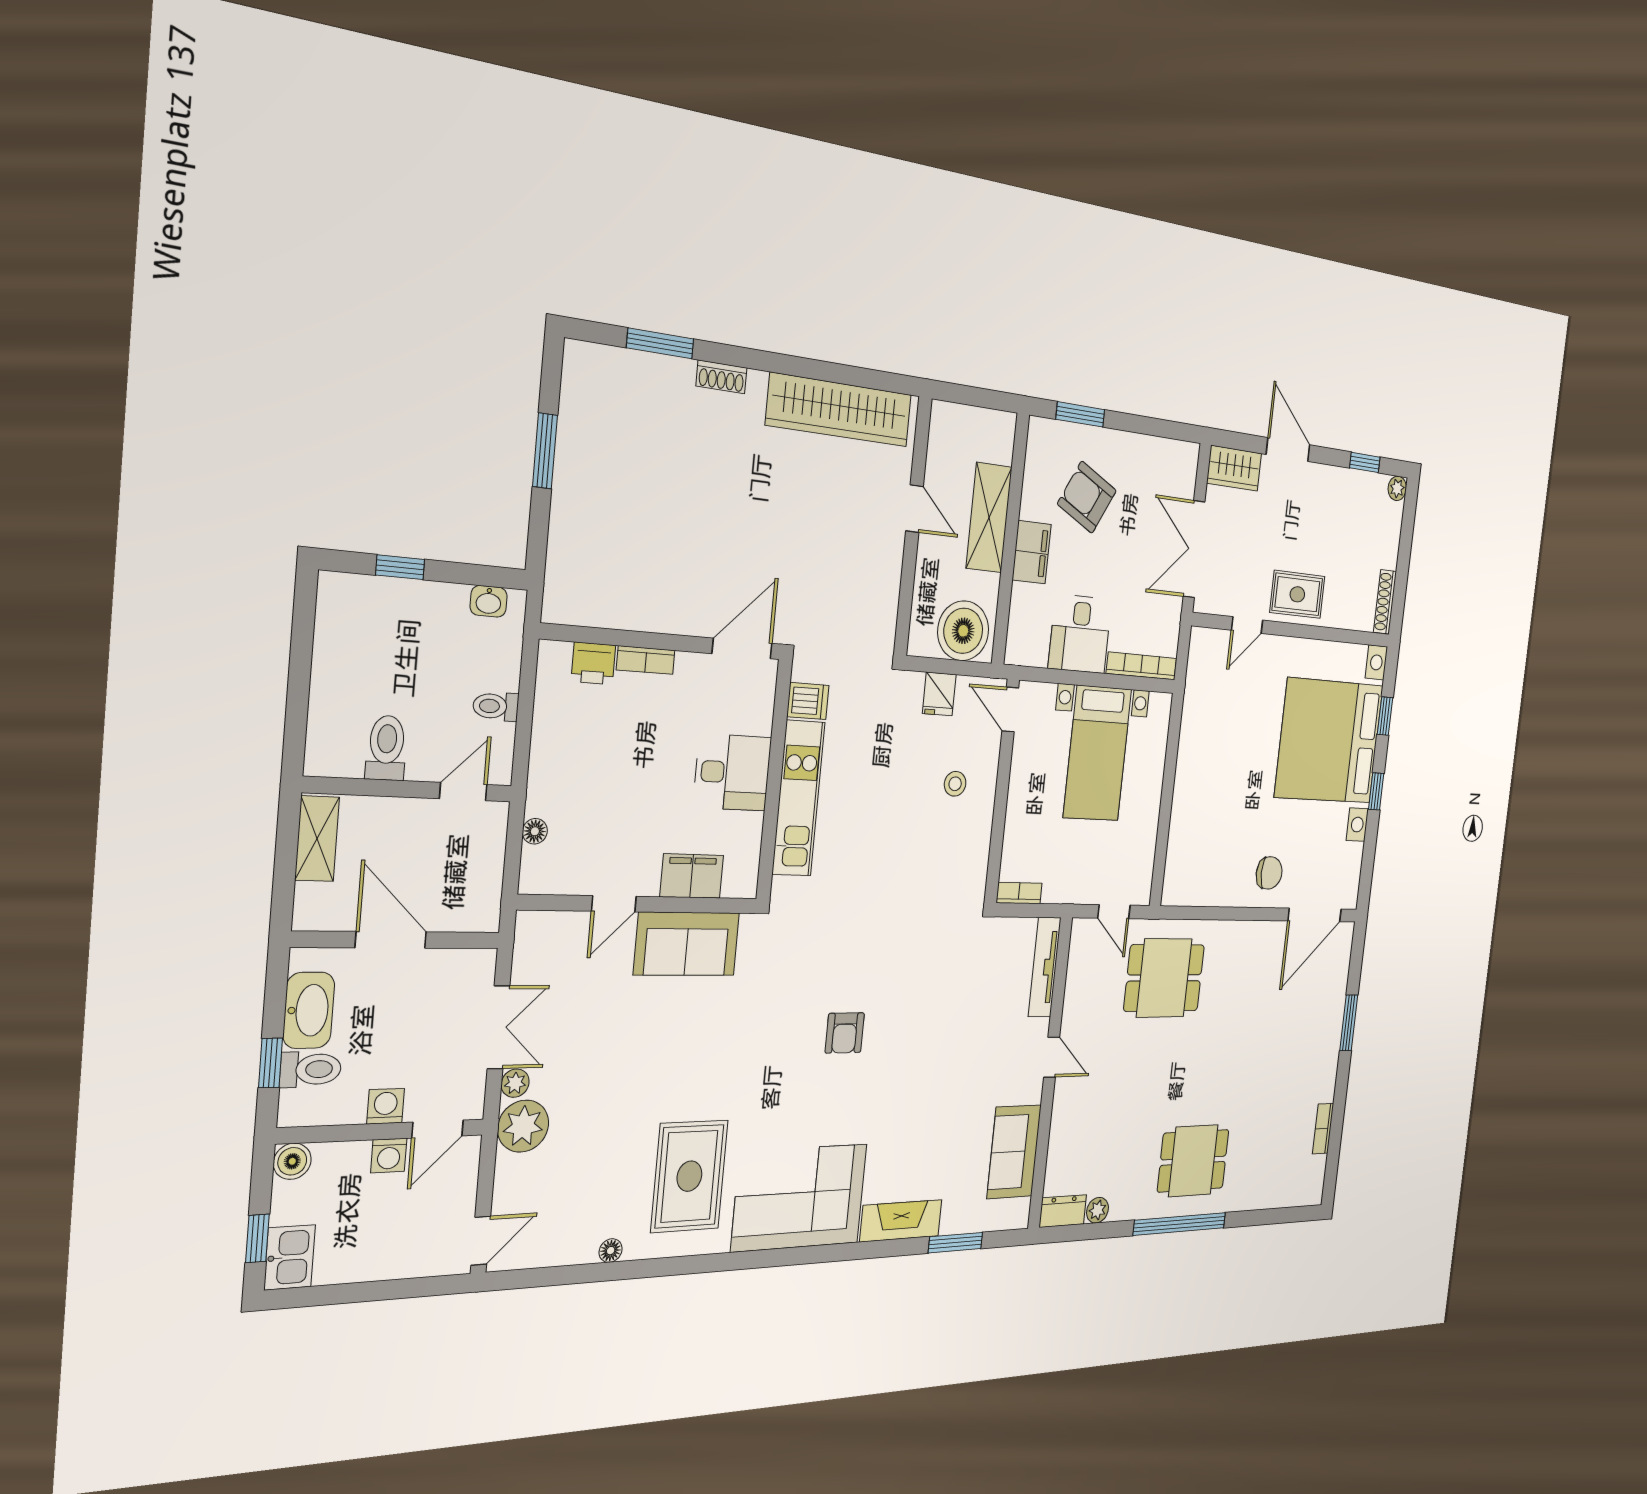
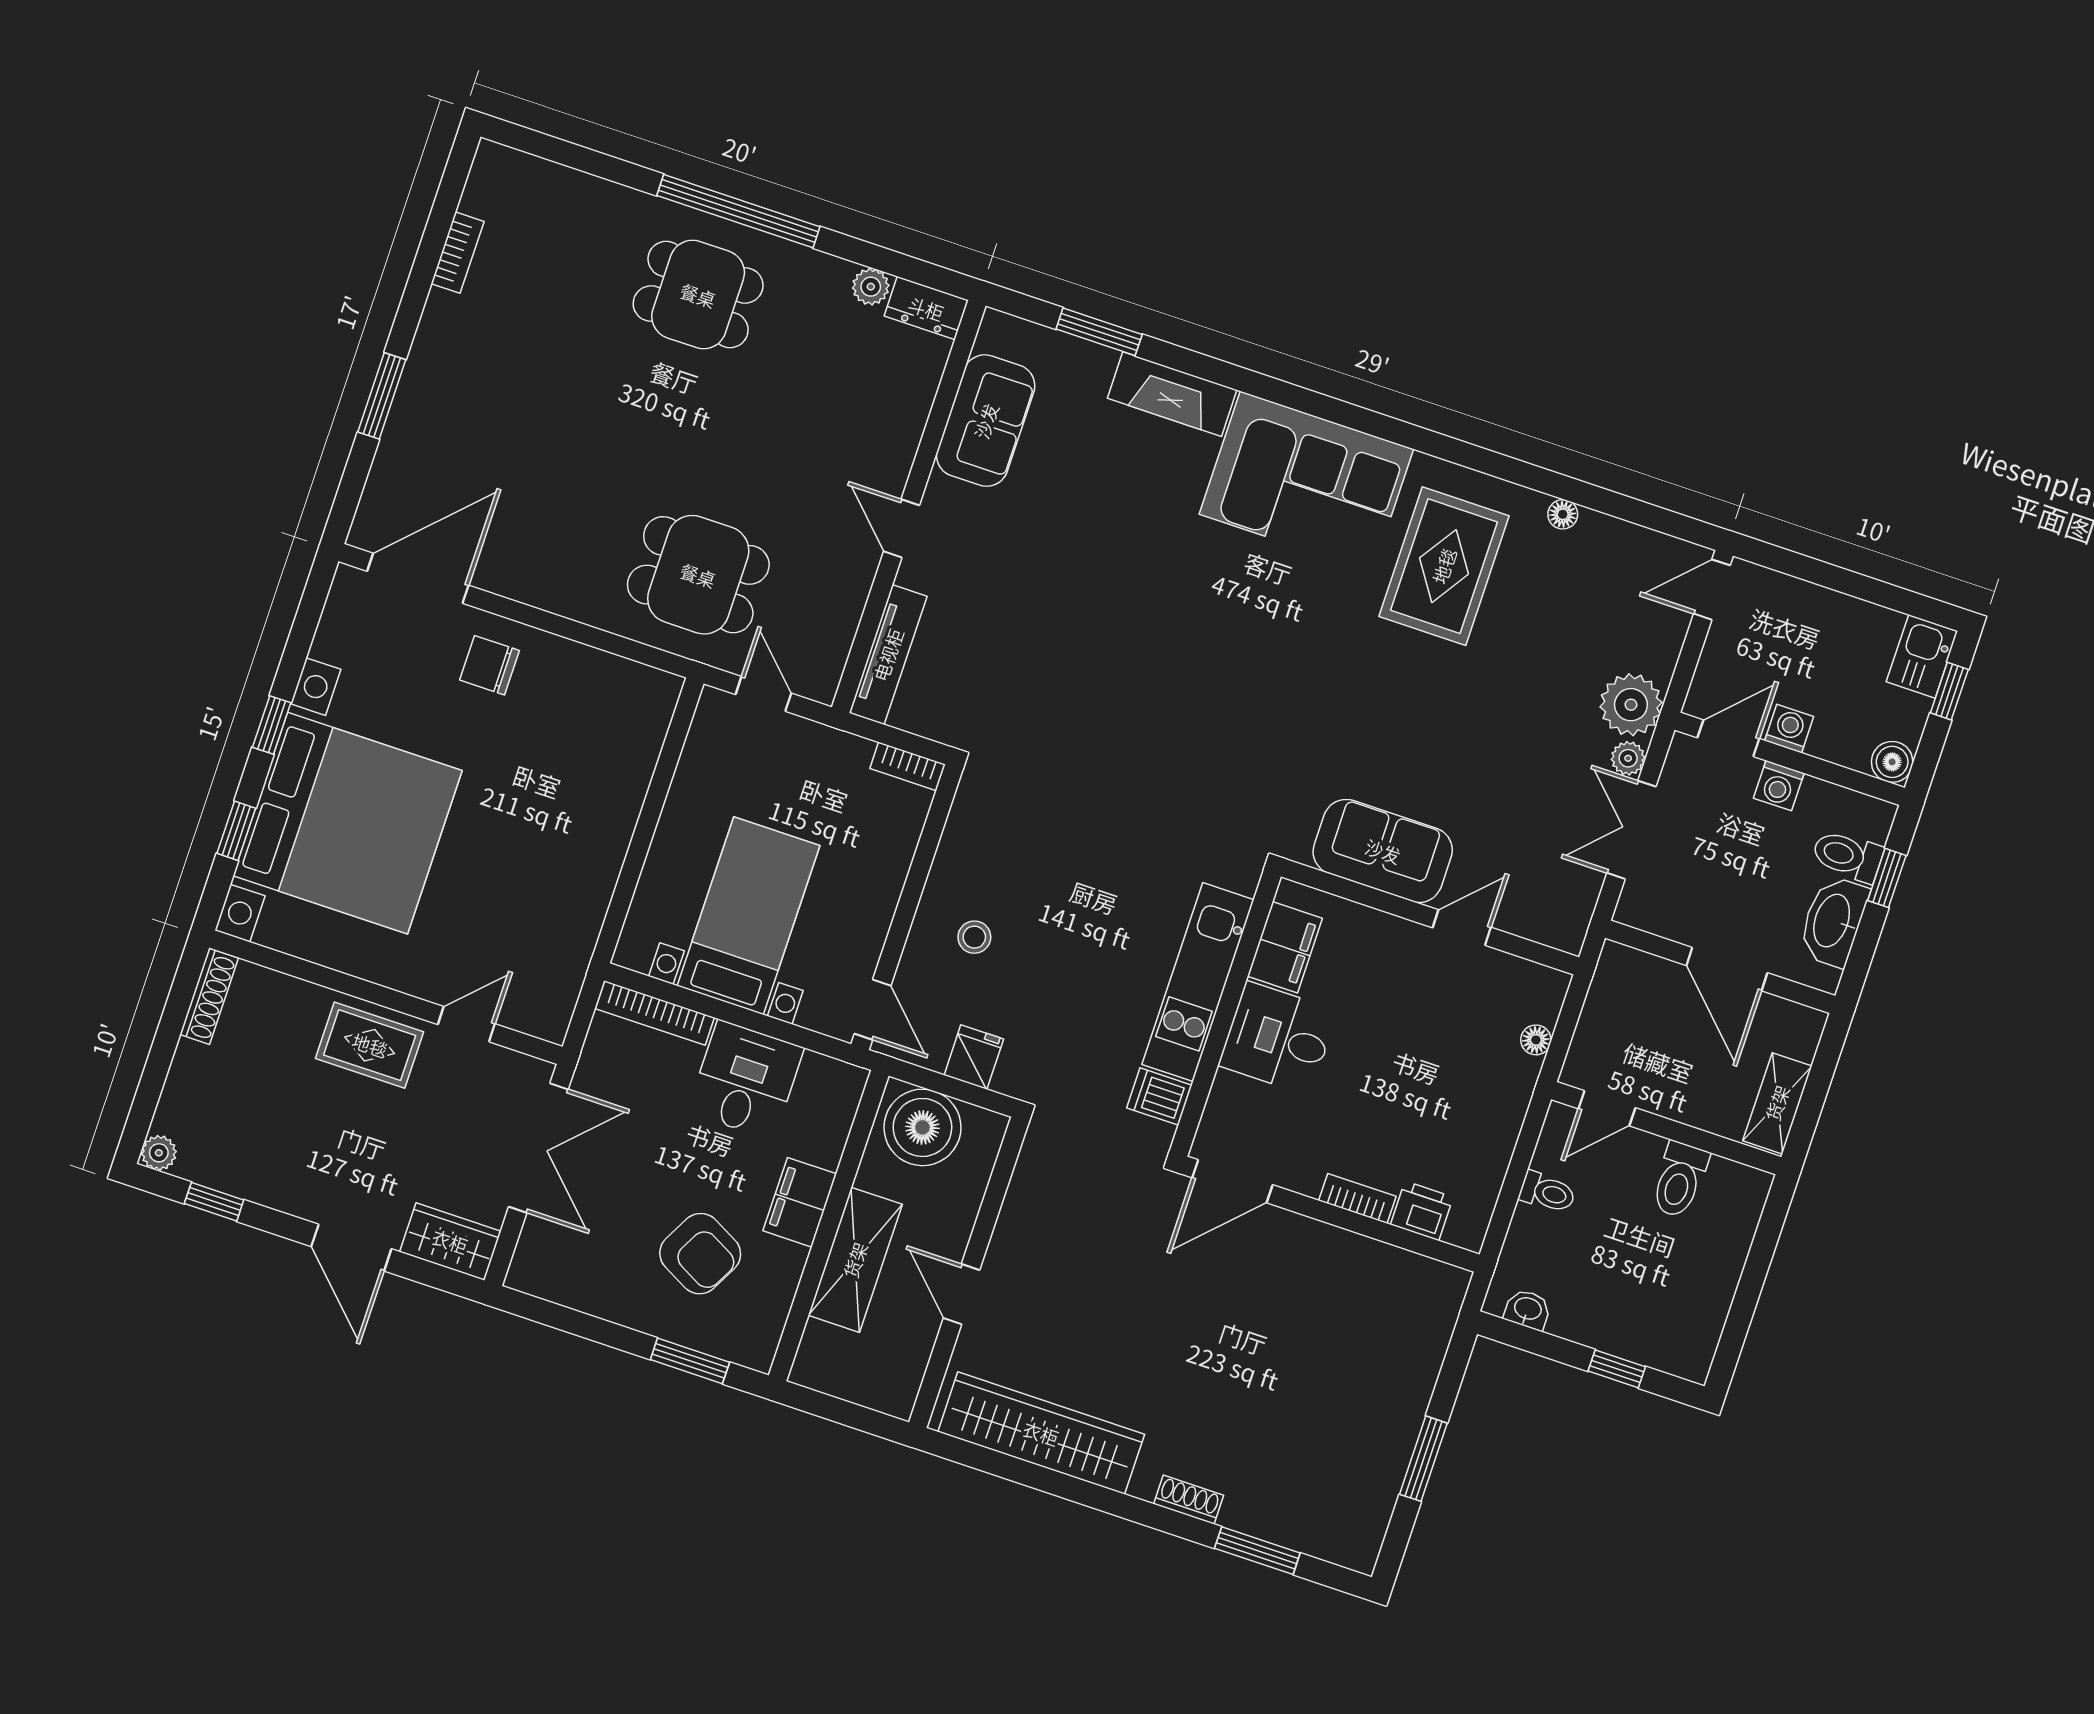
filing cabinet: (692, 876) -> (1285, 947), moved, turned -90
armchair: (845, 1033) -> (1199, 669), removed

